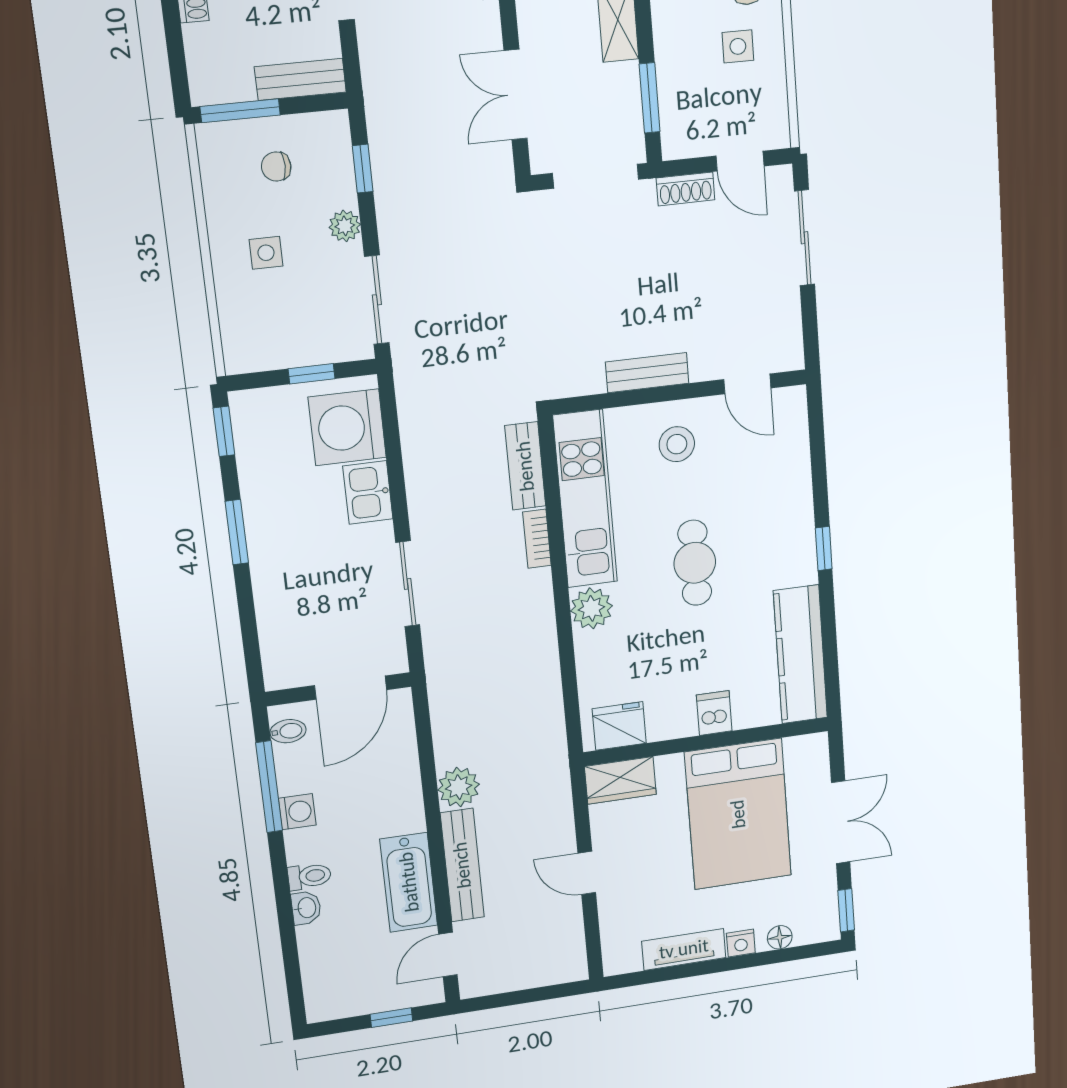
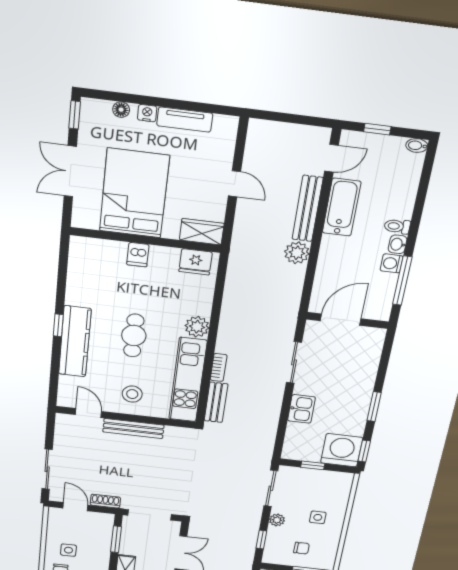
bench: (647, 373) -> (133, 428), width x1.36
washing machine: (347, 427) -> (342, 450), moved, turned -90
kitchen counter: (800, 654) -> (75, 341), moved
bidet: (288, 731) -> (417, 146), moved
washbasin: (306, 908) -> (398, 244), moved

